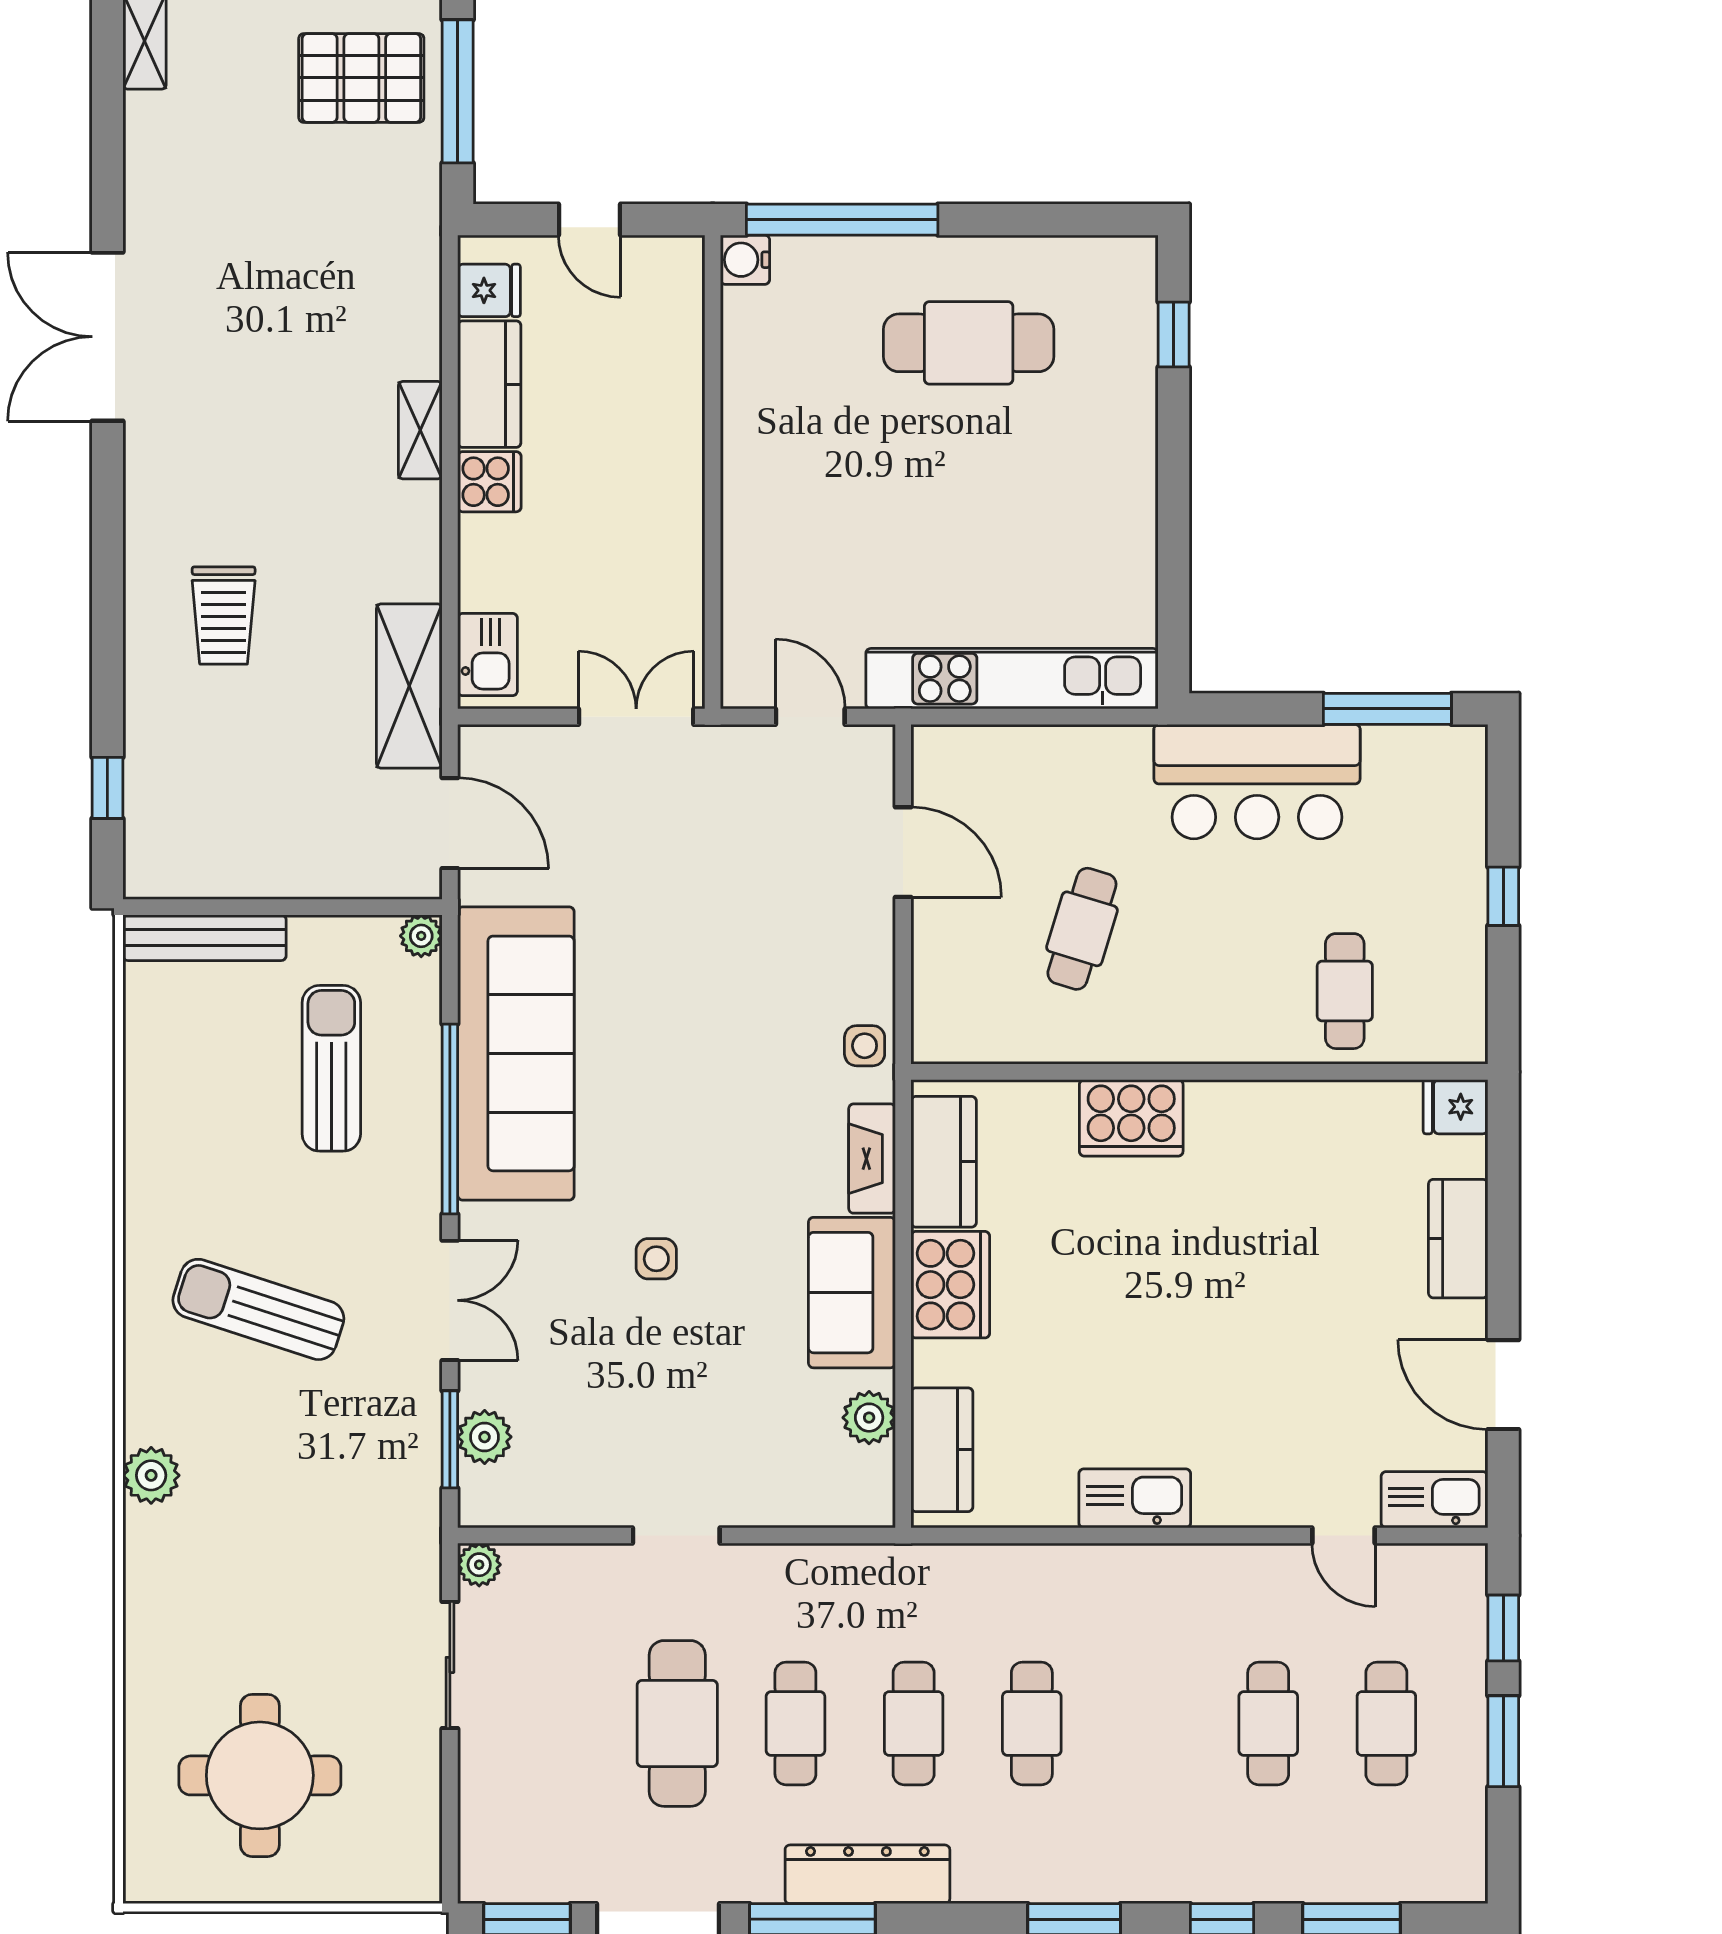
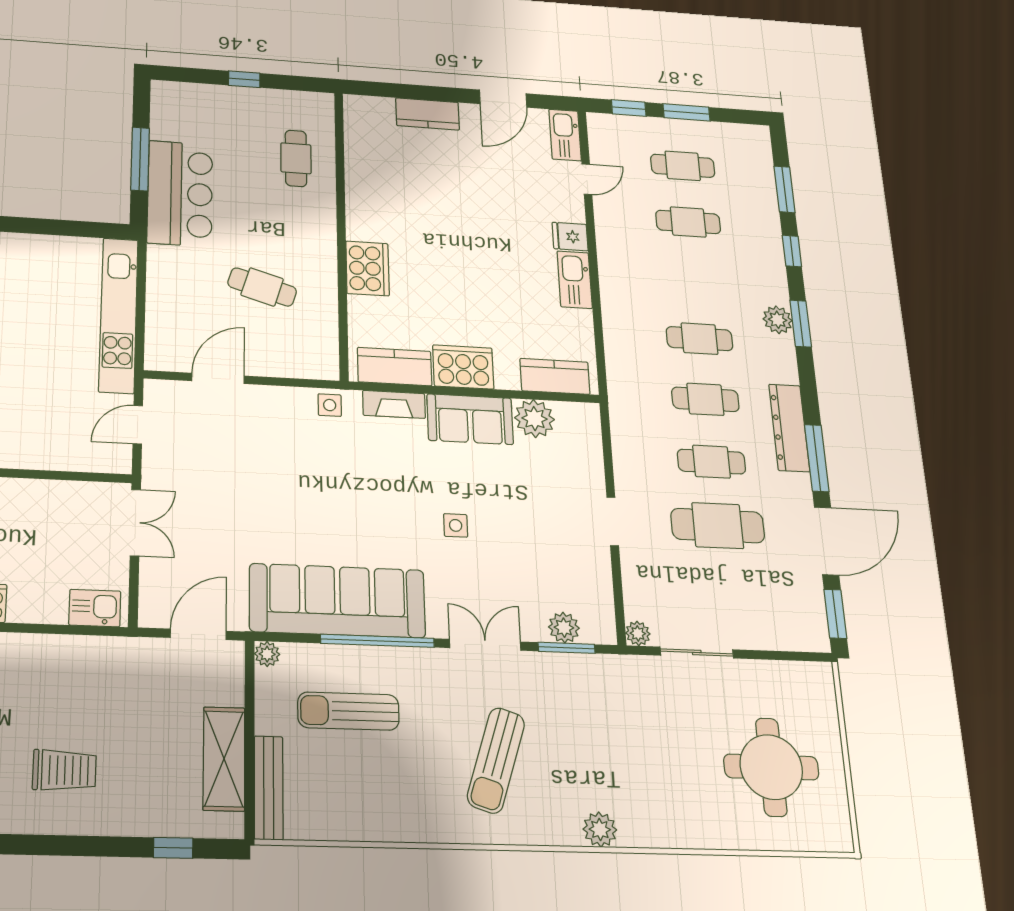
shelving: (409, 686) -> (224, 759), moved, turned 90
window: (1387, 709) -> (140, 159), moved
double door: (636, 717) -> (135, 523), swing flipped
cafe table: (1345, 991) -> (296, 158), turned 90
fridge: (1455, 1107) -> (570, 237), moved, turned 90
plant: (869, 1418) -> (534, 419), width x1.36, depth x1.36
plant: (1079, 1876) -> (778, 320), added

